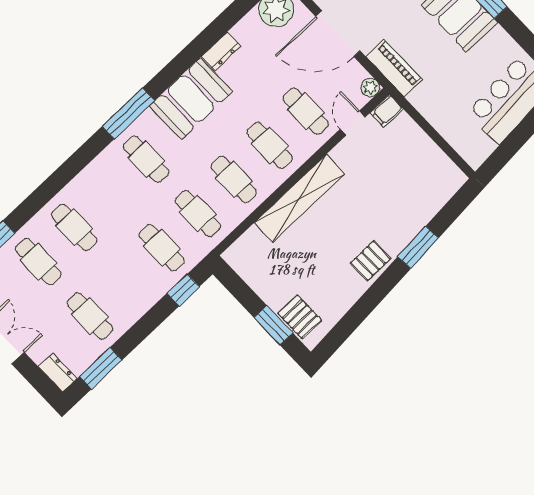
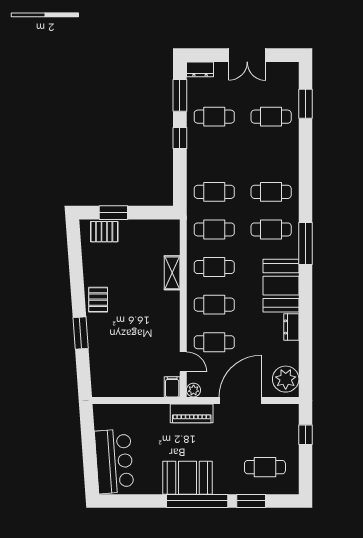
shelving: (300, 198) -> (172, 273), width x0.45, depth x0.75
cafe table: (74, 227) -> (271, 192), moved
window: (183, 290) -> (180, 138), moved

